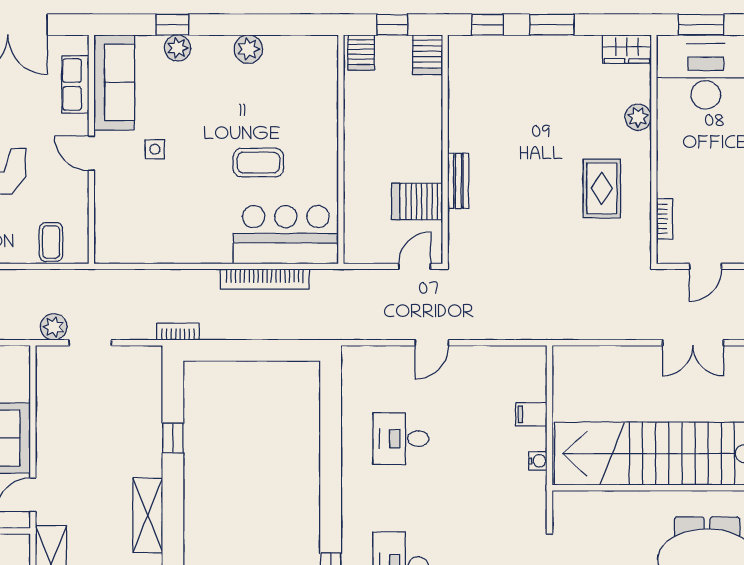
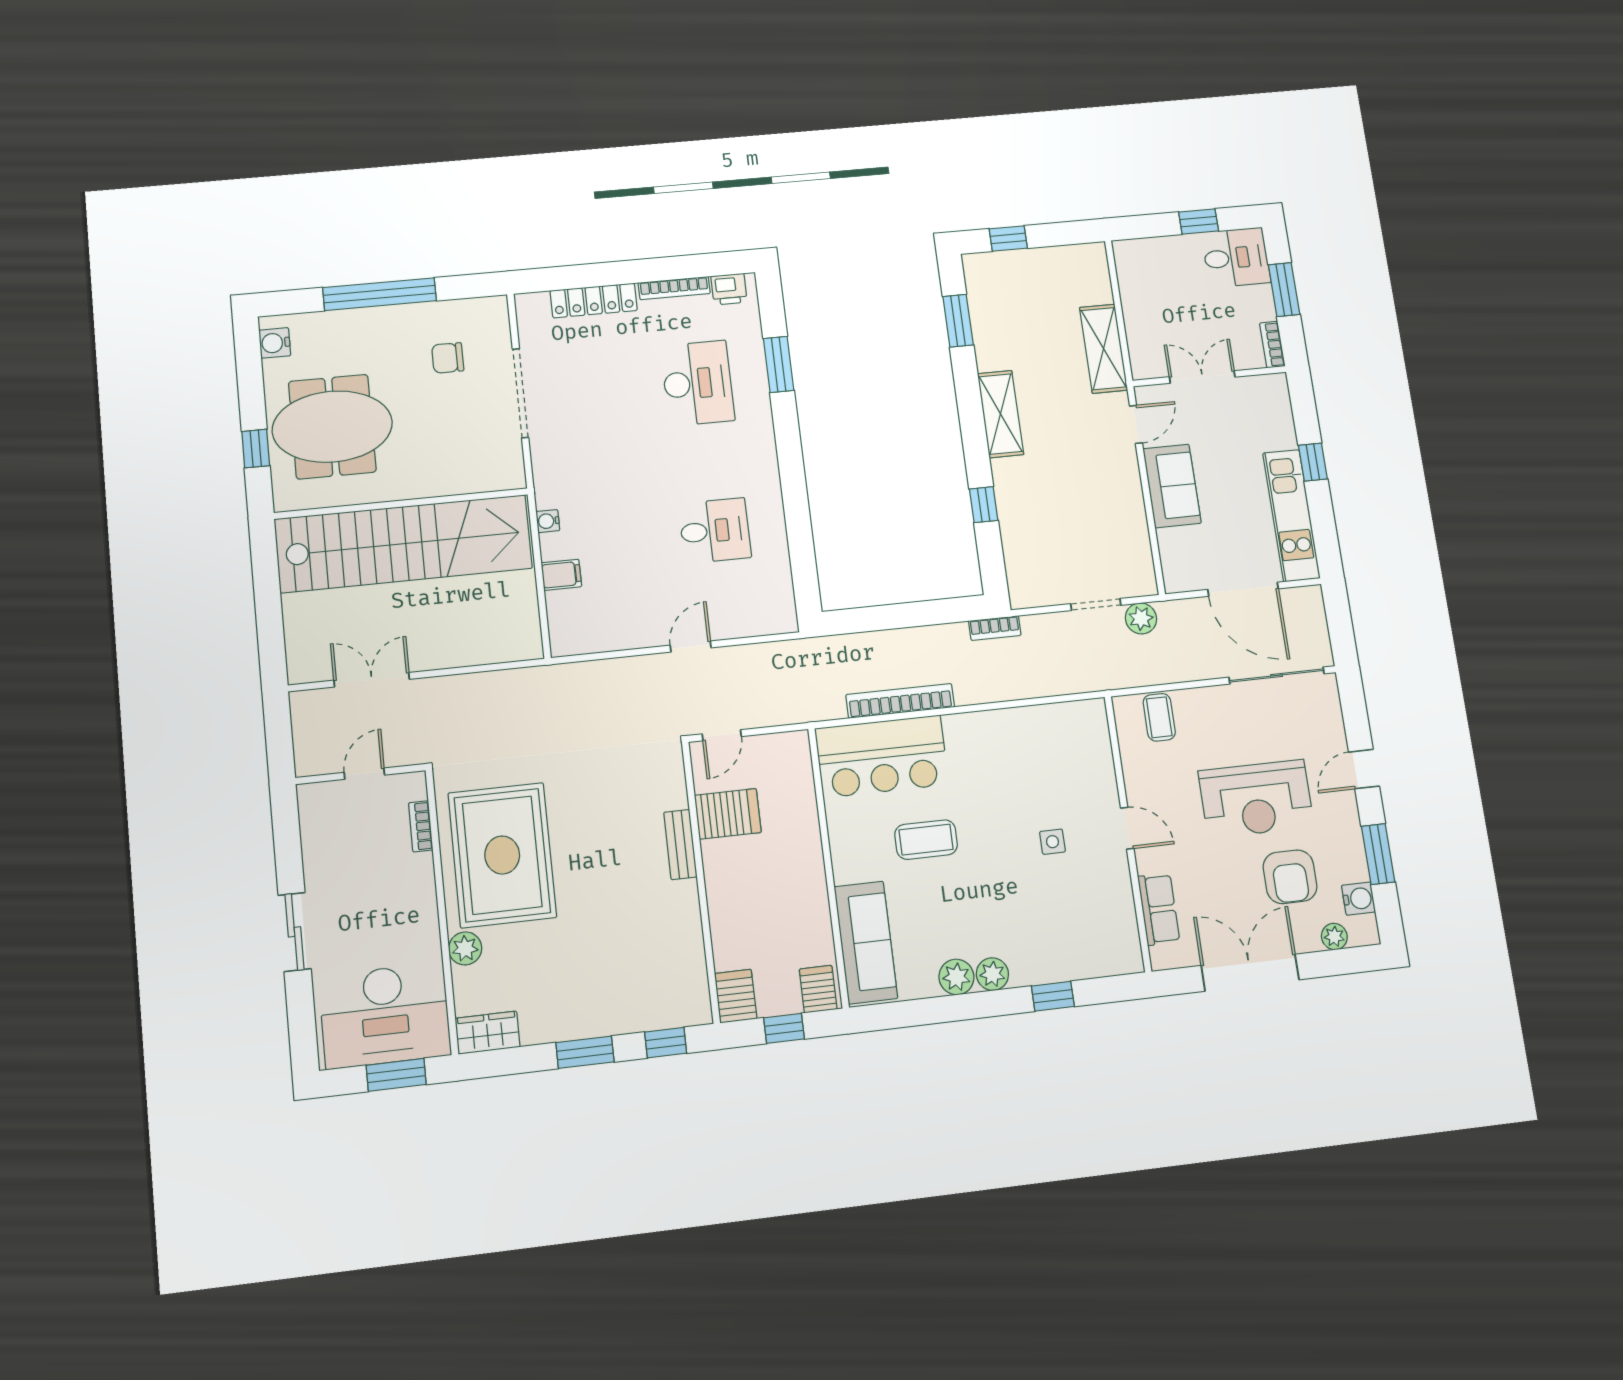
plant: (178, 48) -> (992, 974), moved
sofa: (114, 82) -> (866, 942), moved, turned 180
rug: (602, 188) -> (502, 855), width x1.86, depth x2.06

